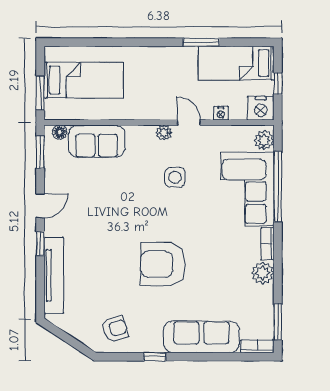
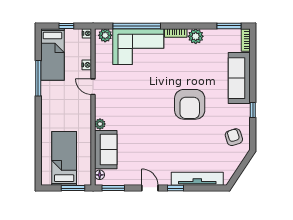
window: (201, 42) -> (38, 78), width x1.44
nightstand: (261, 108) -> (87, 33), width x0.53, depth x0.56
door: (189, 123) -> (93, 87), hinge flipped
plant: (164, 133) -> (100, 124), moved
side table: (175, 177) -> (130, 96), removed

